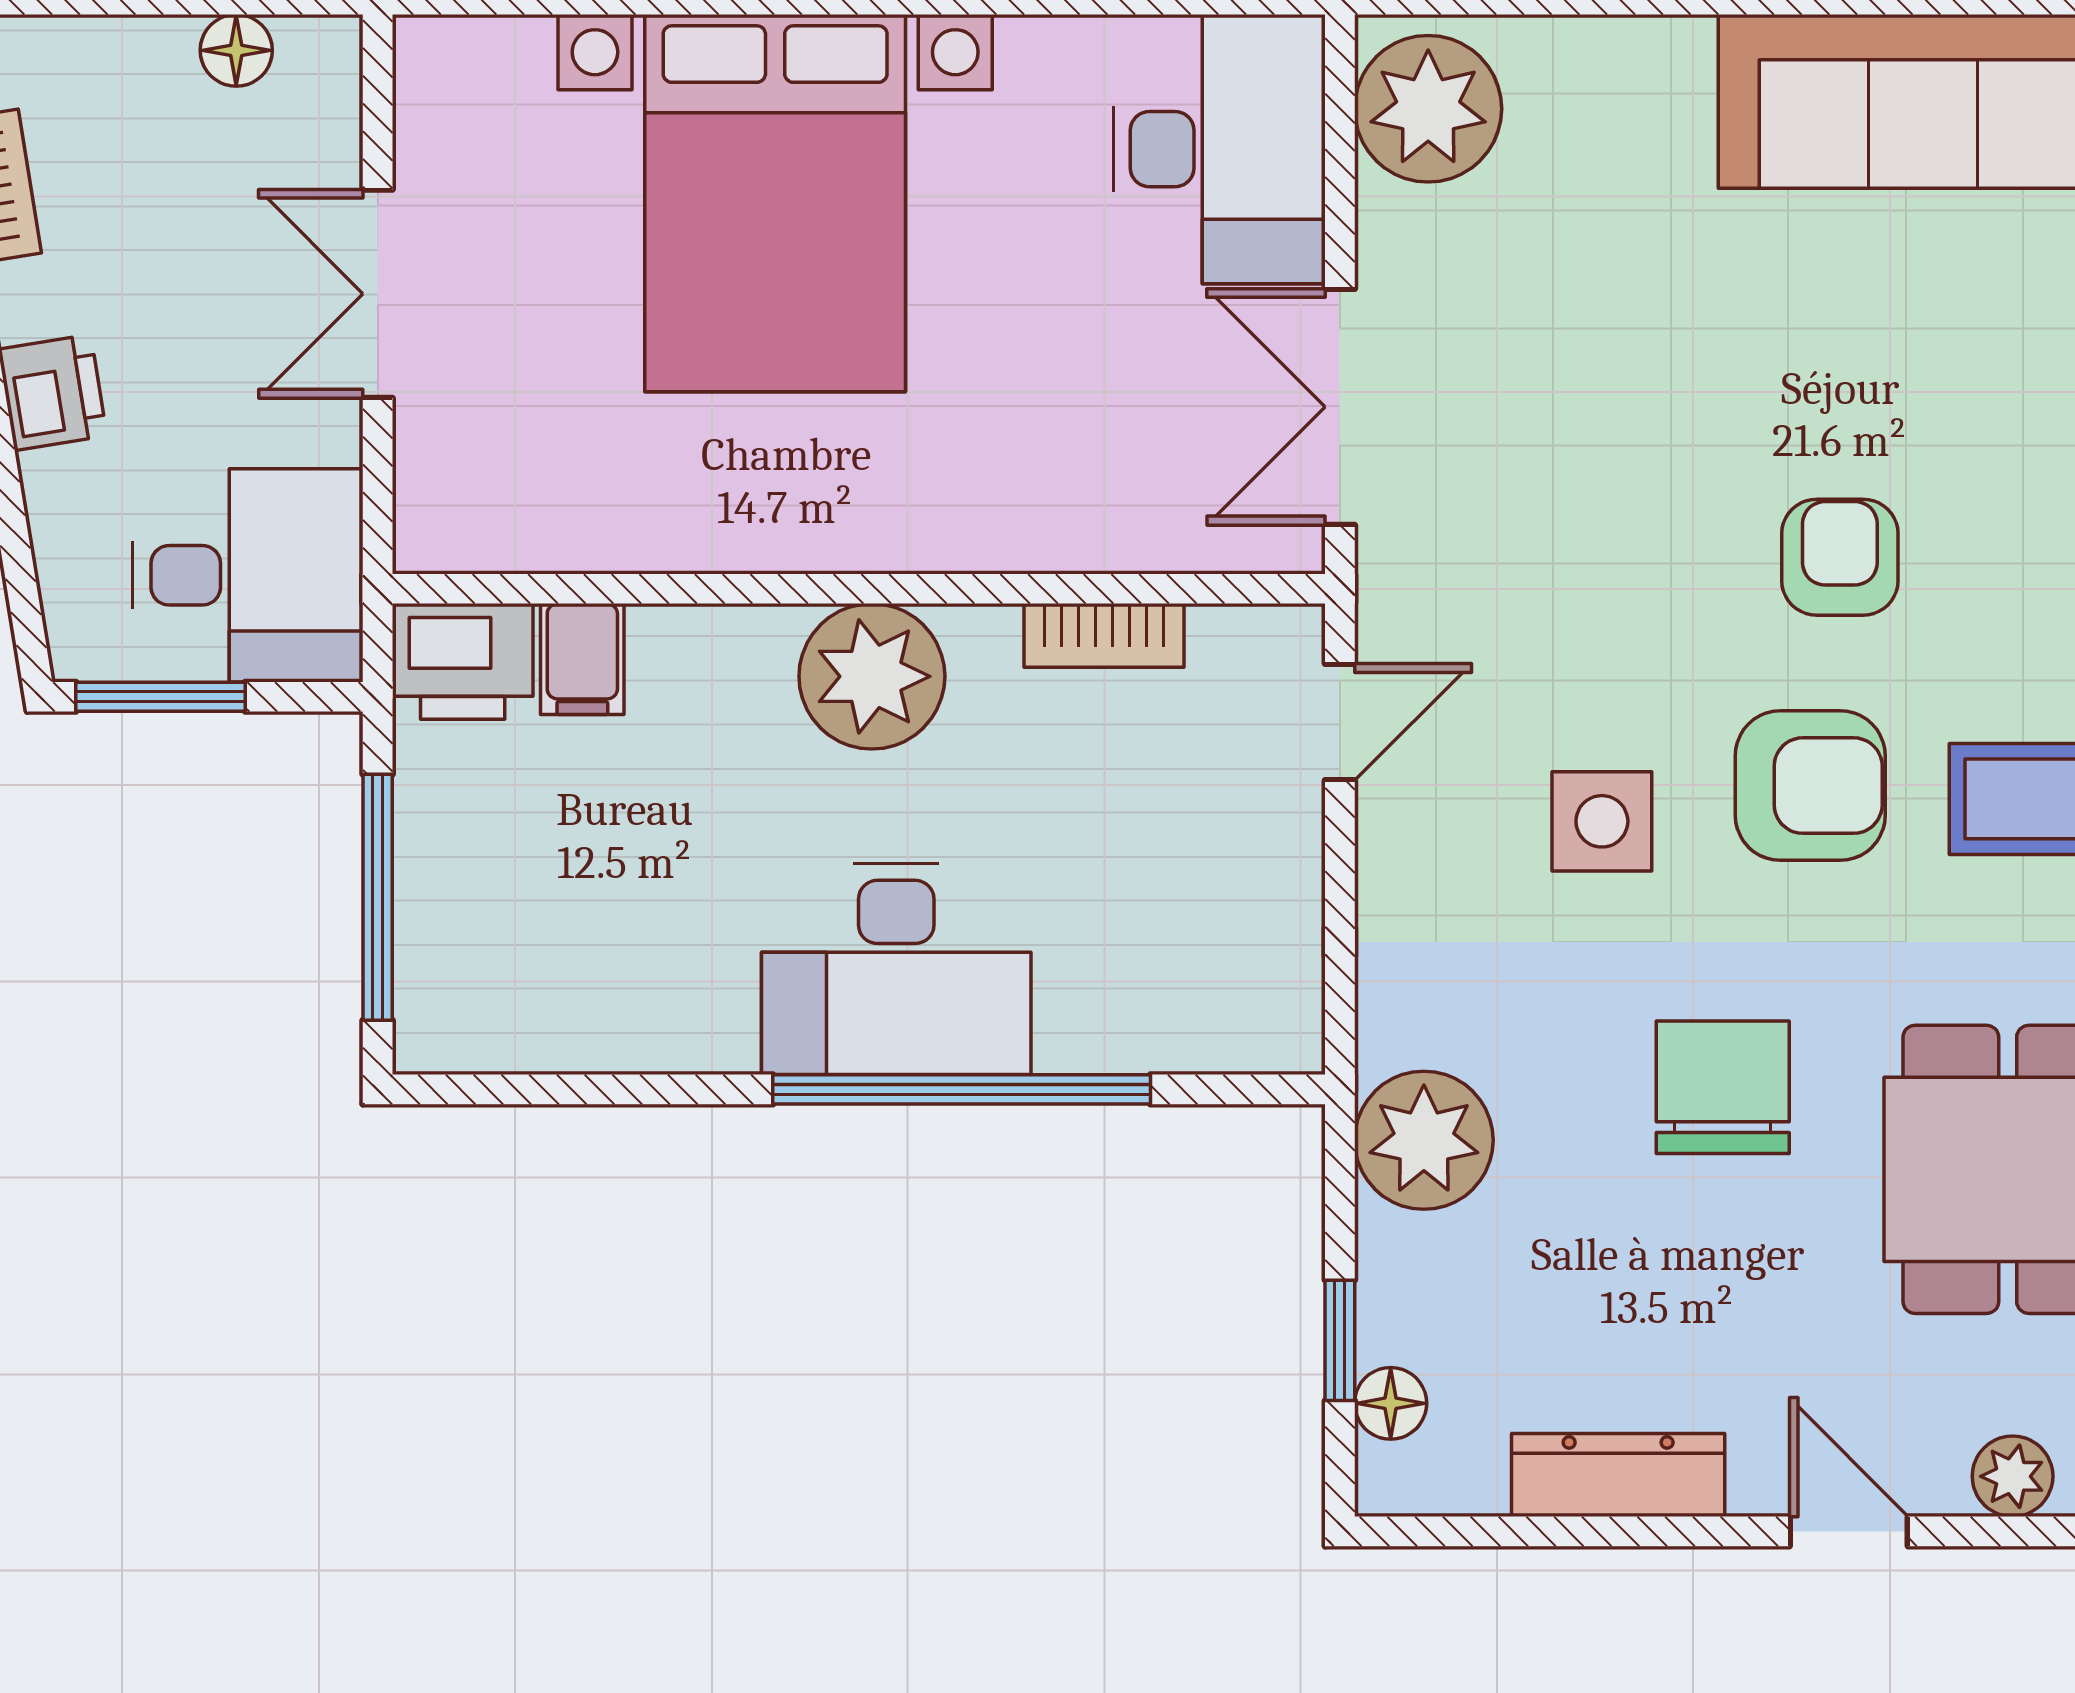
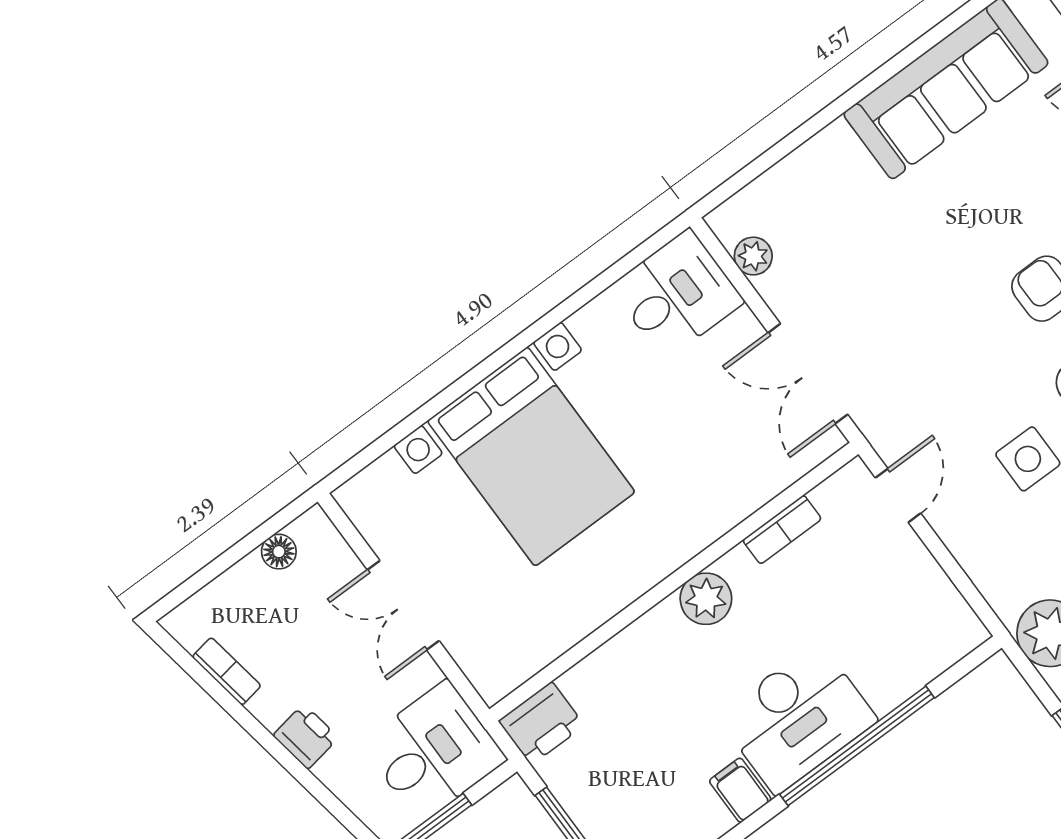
plant: (1428, 109) -> (753, 256), width x0.53, depth x0.53
desk: (1219, 149) -> (677, 294), width x0.73
filing cabinet: (582, 659) -> (740, 790), moved, turned 180
plant: (872, 676) -> (706, 599), width x0.73, depth x0.73

